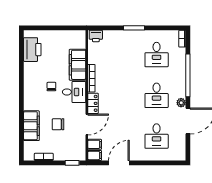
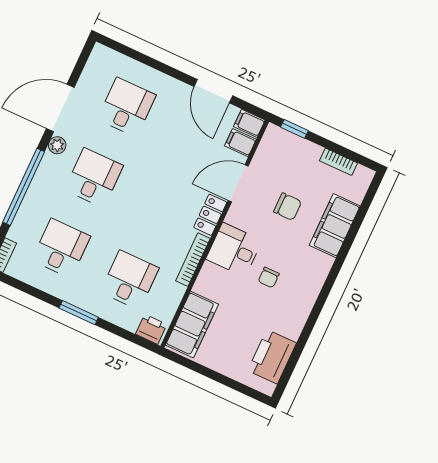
desk: (117, 55) -> (130, 280), added
filing cabinet: (77, 65) -> (192, 325), moved
door: (119, 163) -> (213, 91), hinge flipped

